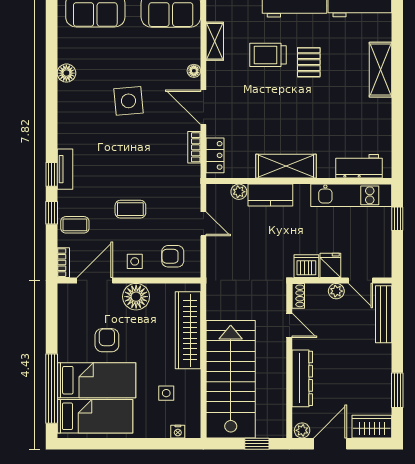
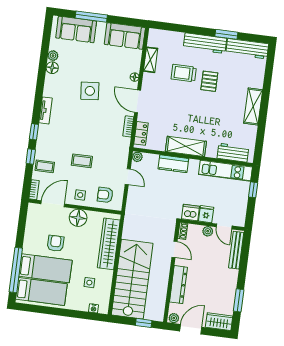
plant: (65, 54) -> (53, 56), added
shelving: (380, 70) -> (253, 106), moved
tv unit: (65, 169) -> (46, 110), moved
plant: (239, 192) -> (137, 157), moved

